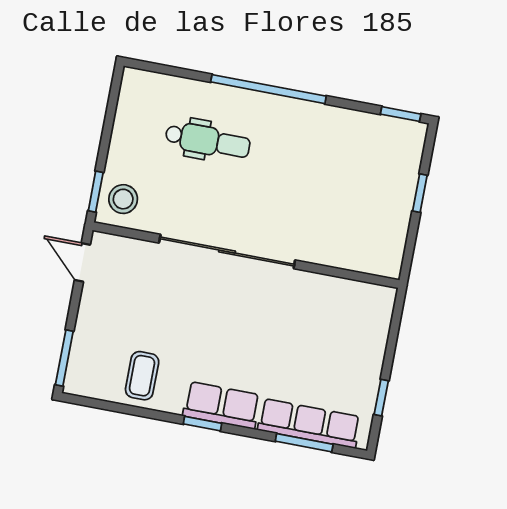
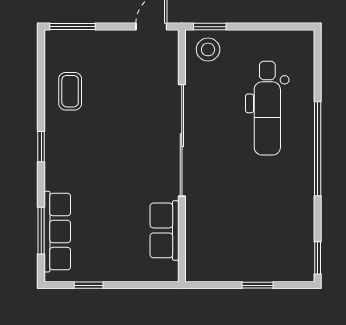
dental chair: (208, 141) -> (267, 108), width x1.36, depth x1.38
coffee table: (142, 376) -> (70, 91), turned 90
row of seats: (222, 405) -> (165, 230), moved, turned 180

